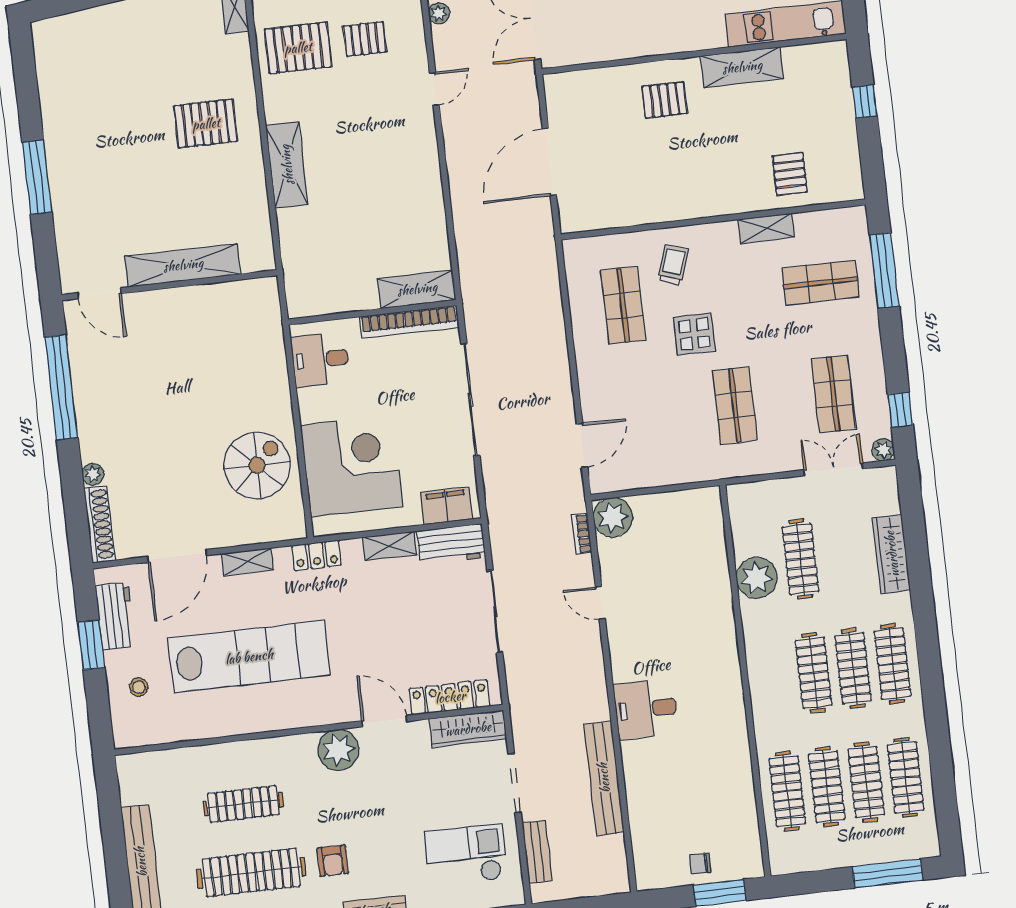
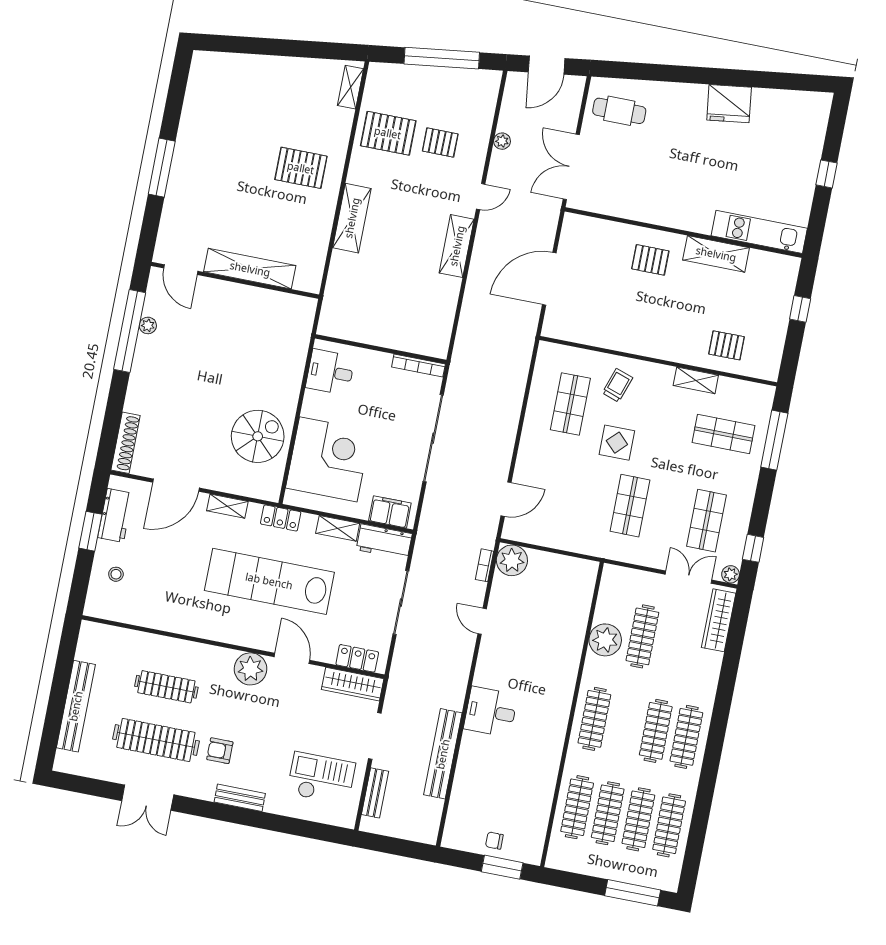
pallet: (790, 174) -> (726, 345), turned 90
shelving: (417, 289) -> (457, 246), moved, turned 90
bookcase: (409, 322) -> (418, 365), width x0.68, depth x0.76
plant: (93, 474) -> (148, 325), moved
wardrobe: (892, 554) -> (719, 620), moved
lab bench: (249, 657) -> (269, 581), moved, turned 180
clothes rail: (814, 673) -> (594, 719), moved
locker: (450, 697) -> (357, 658), width x0.66
armchair: (333, 861) -> (220, 751), turned 90

